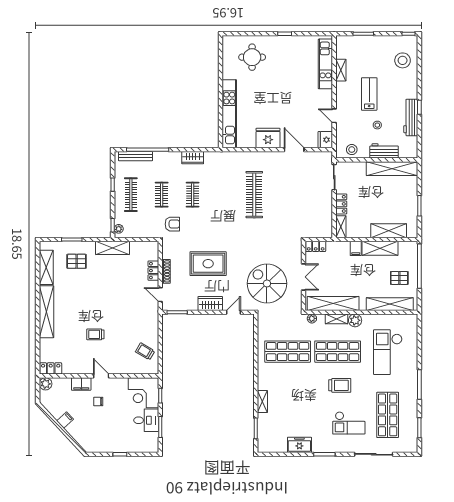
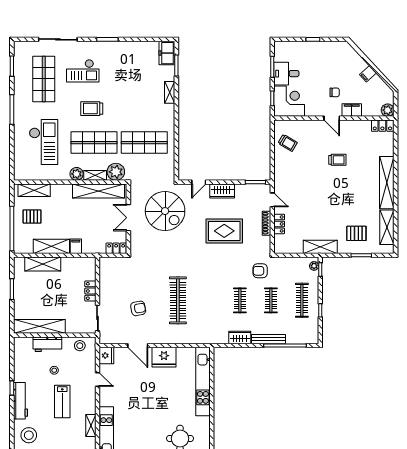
workbench: (411, 117) -> (20, 401), moved
bench: (136, 156) -> (268, 339), moved
armchair: (294, 187) -> (138, 308), added
shelving: (341, 227) -> (91, 268), removed
shelving: (390, 304) -> (34, 190), width x0.68
plant: (312, 318) -> (116, 172), width x1.88, depth x1.88
checkout: (349, 423) -> (83, 71), turned 180
freezer: (299, 445) -> (167, 53), moved, turned 90

